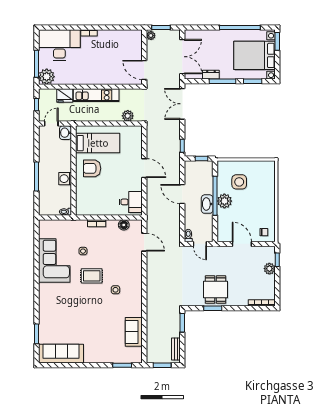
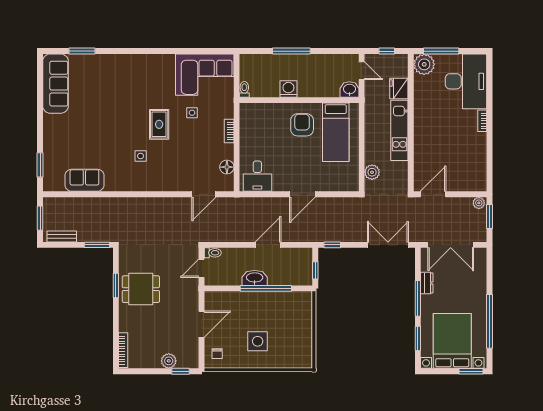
side table: (239, 182) -> (258, 341), moved
plant: (224, 201) -> (259, 301), removed
corner sofa: (54, 260) -> (205, 75), moved

